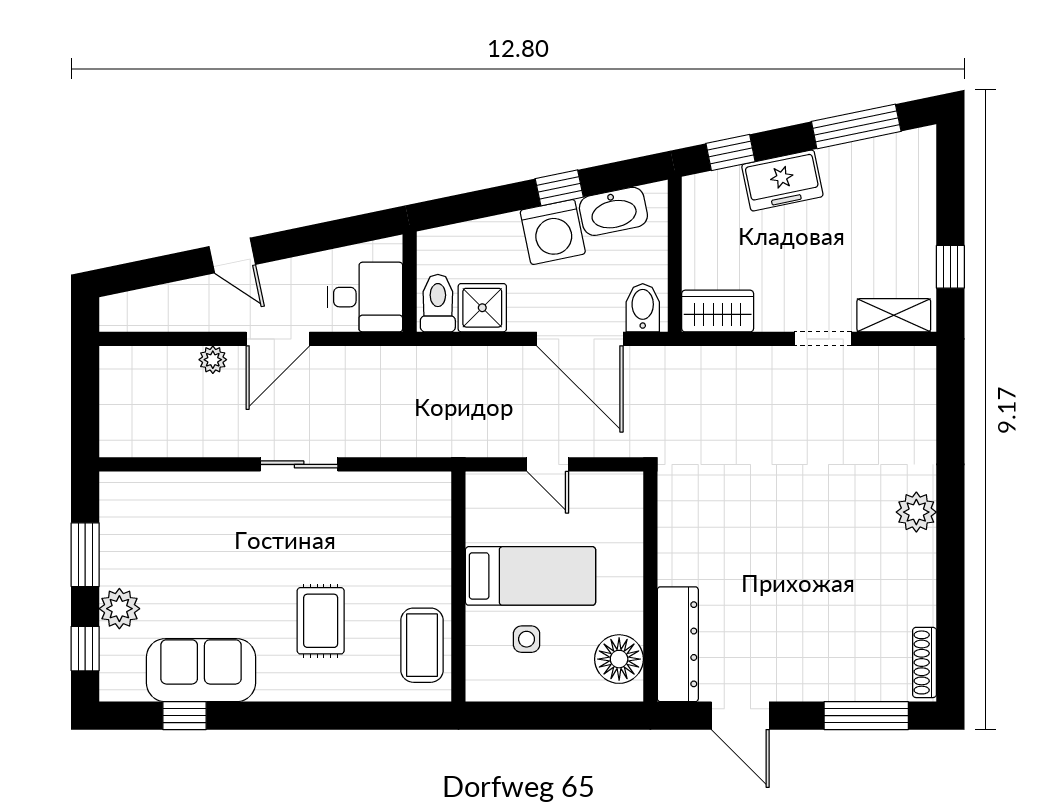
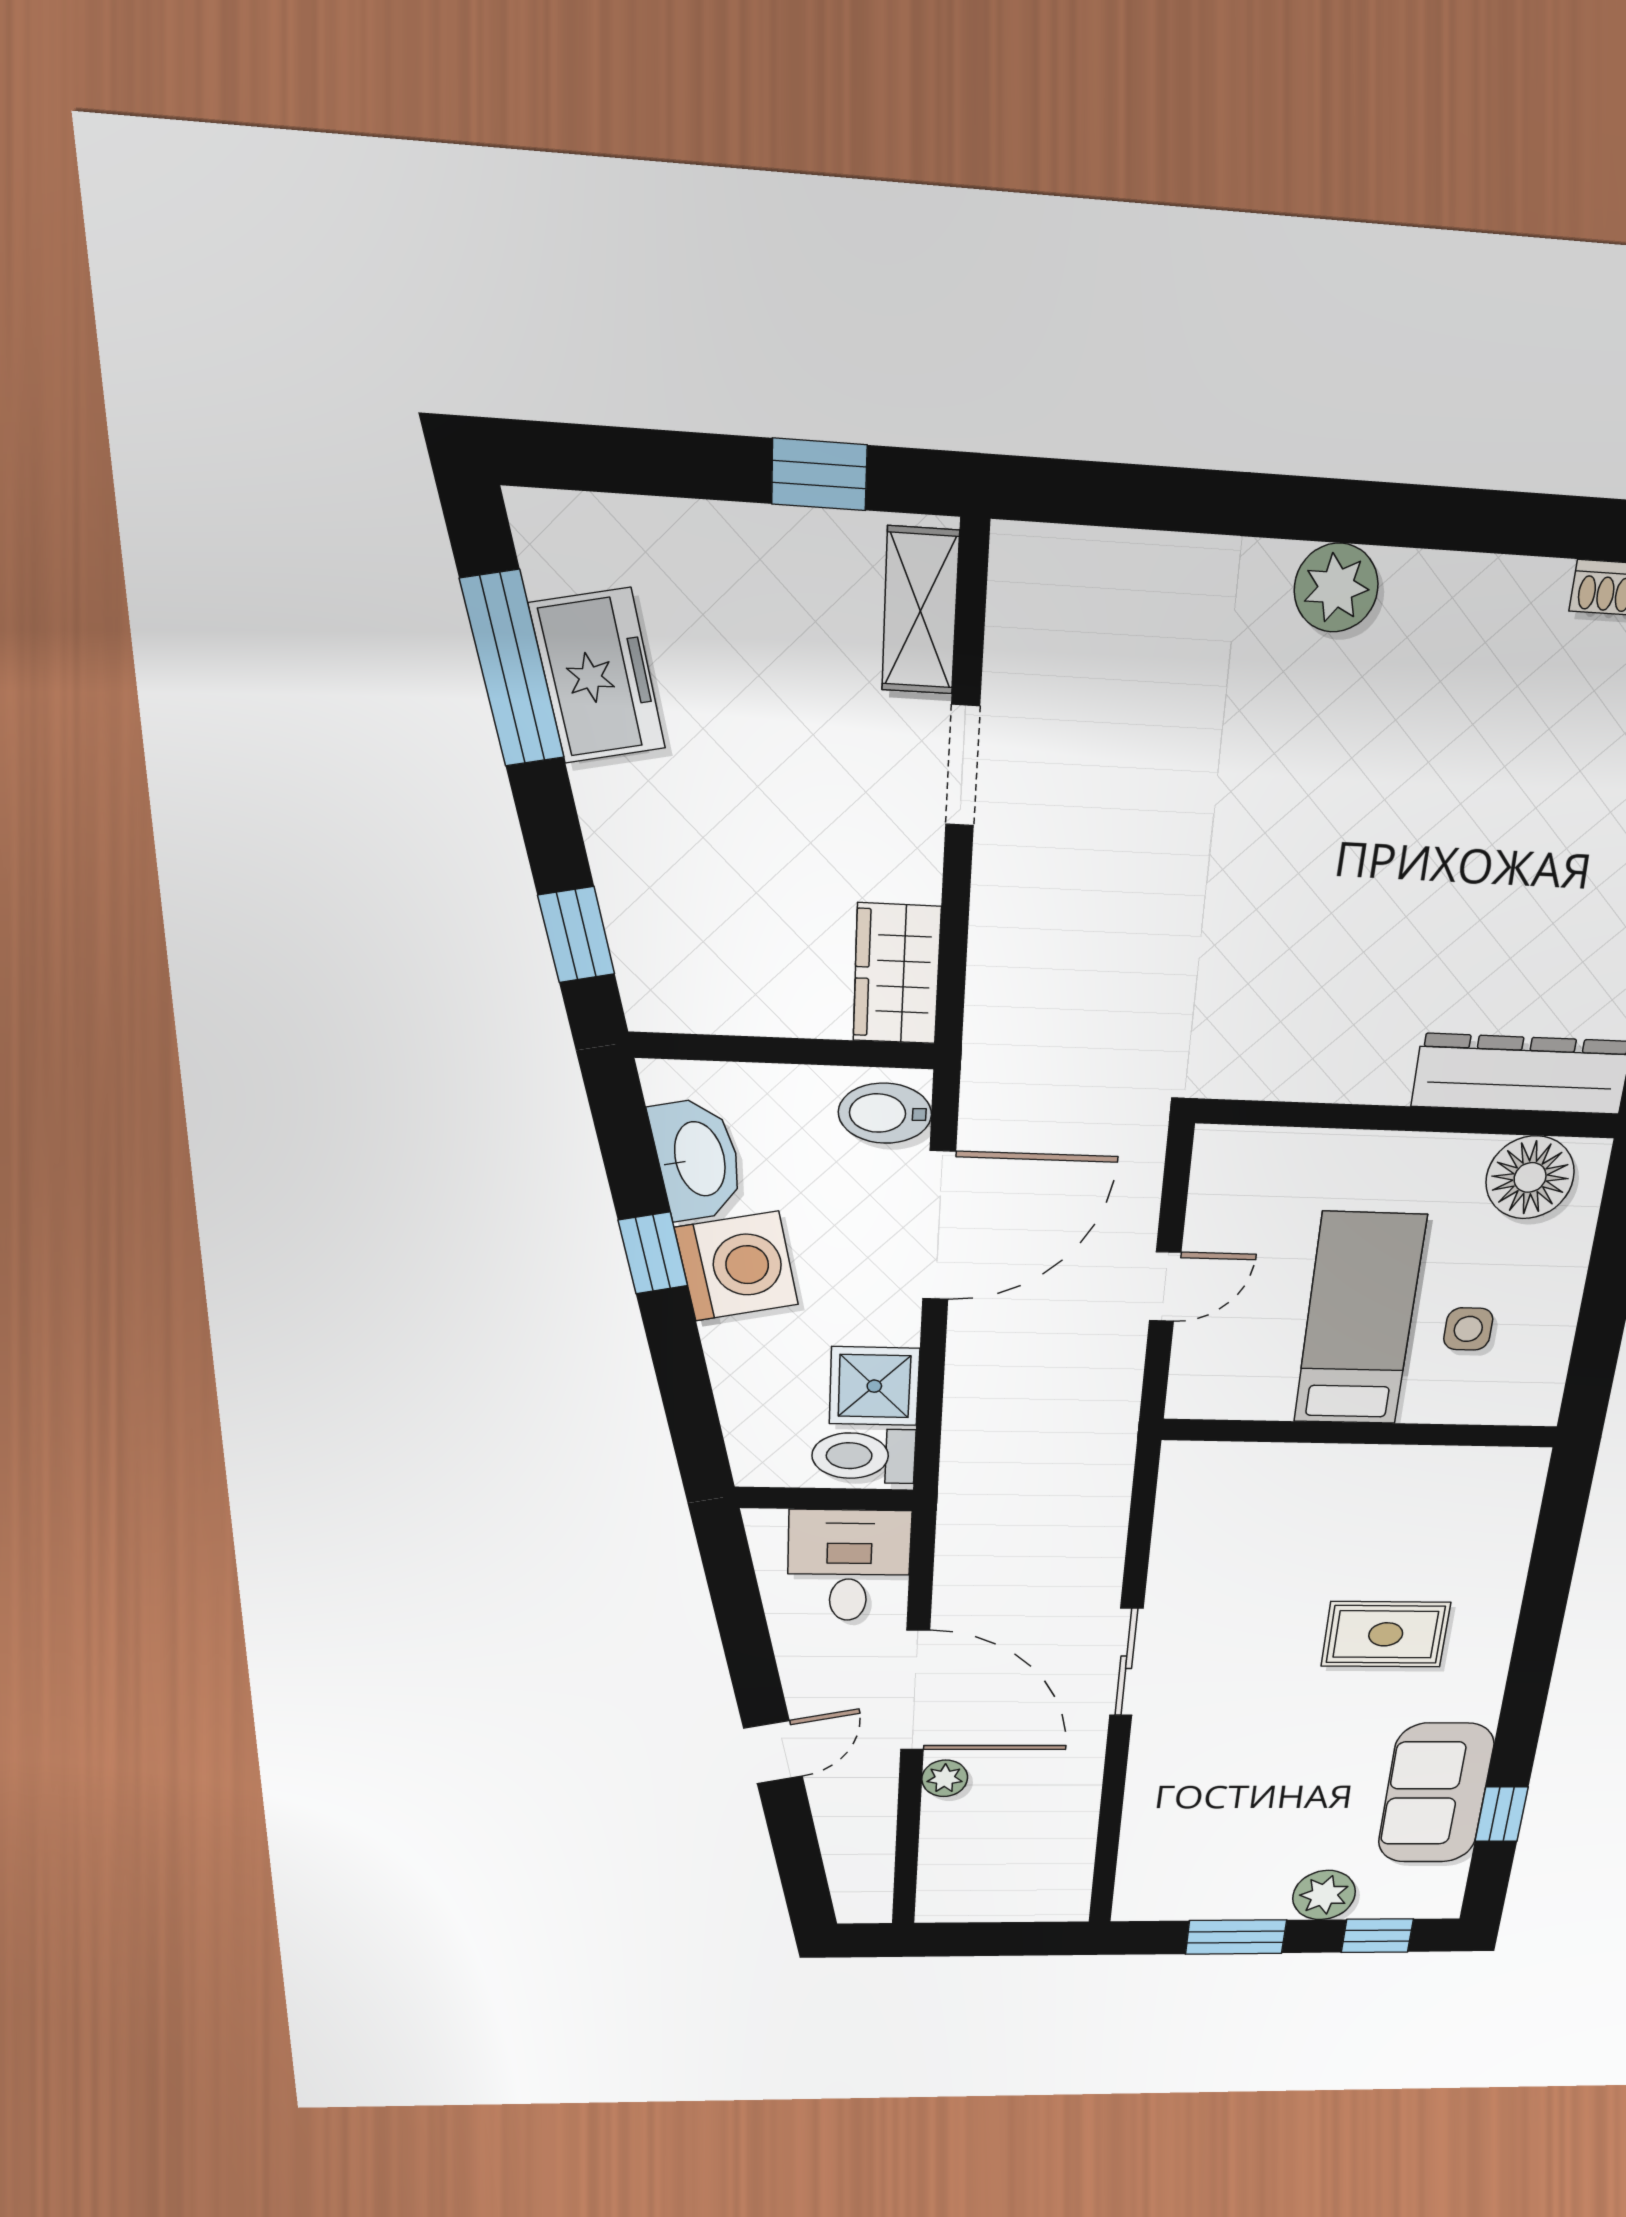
freezer: (782, 181) -> (598, 676), moved
door: (278, 339) -> (915, 1691), width x1.36
coffee table: (422, 645) -> (1451, 1490), removed

